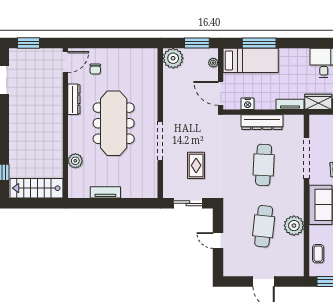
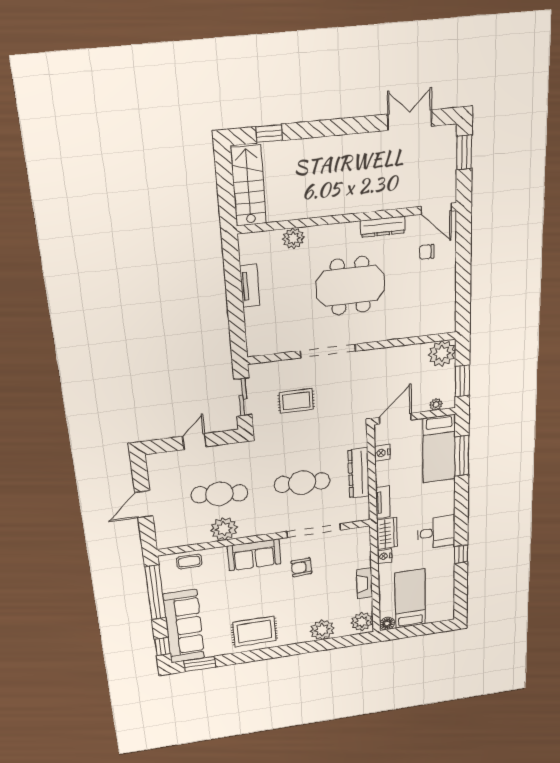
meeting table: (114, 123) -> (350, 286), width x0.73

